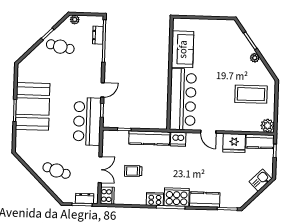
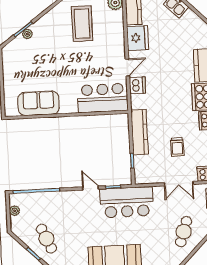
plant: (75, 20) -> (15, 211), moved
dresser: (98, 35) -> (30, 198), removed
cafe table: (60, 47) -> (46, 239), turned -36
plant: (255, 58) -> (27, 34), moved
bar counter: (183, 99) -> (103, 98), width x0.73
dishwasher: (178, 139) -> (137, 86), moved
double door: (100, 170) -> (179, 184), swing flipped

